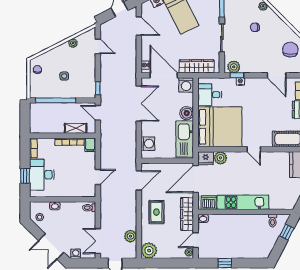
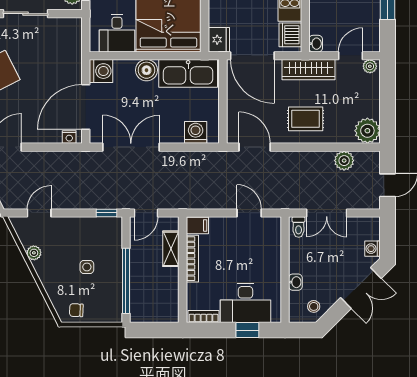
wardrobe: (197, 66) -> (71, 54), removed
plant: (221, 158) -> (218, 16), removed
door: (196, 240) -> (351, 56), swing flipped
double door: (98, 241) -> (327, 213), moved

